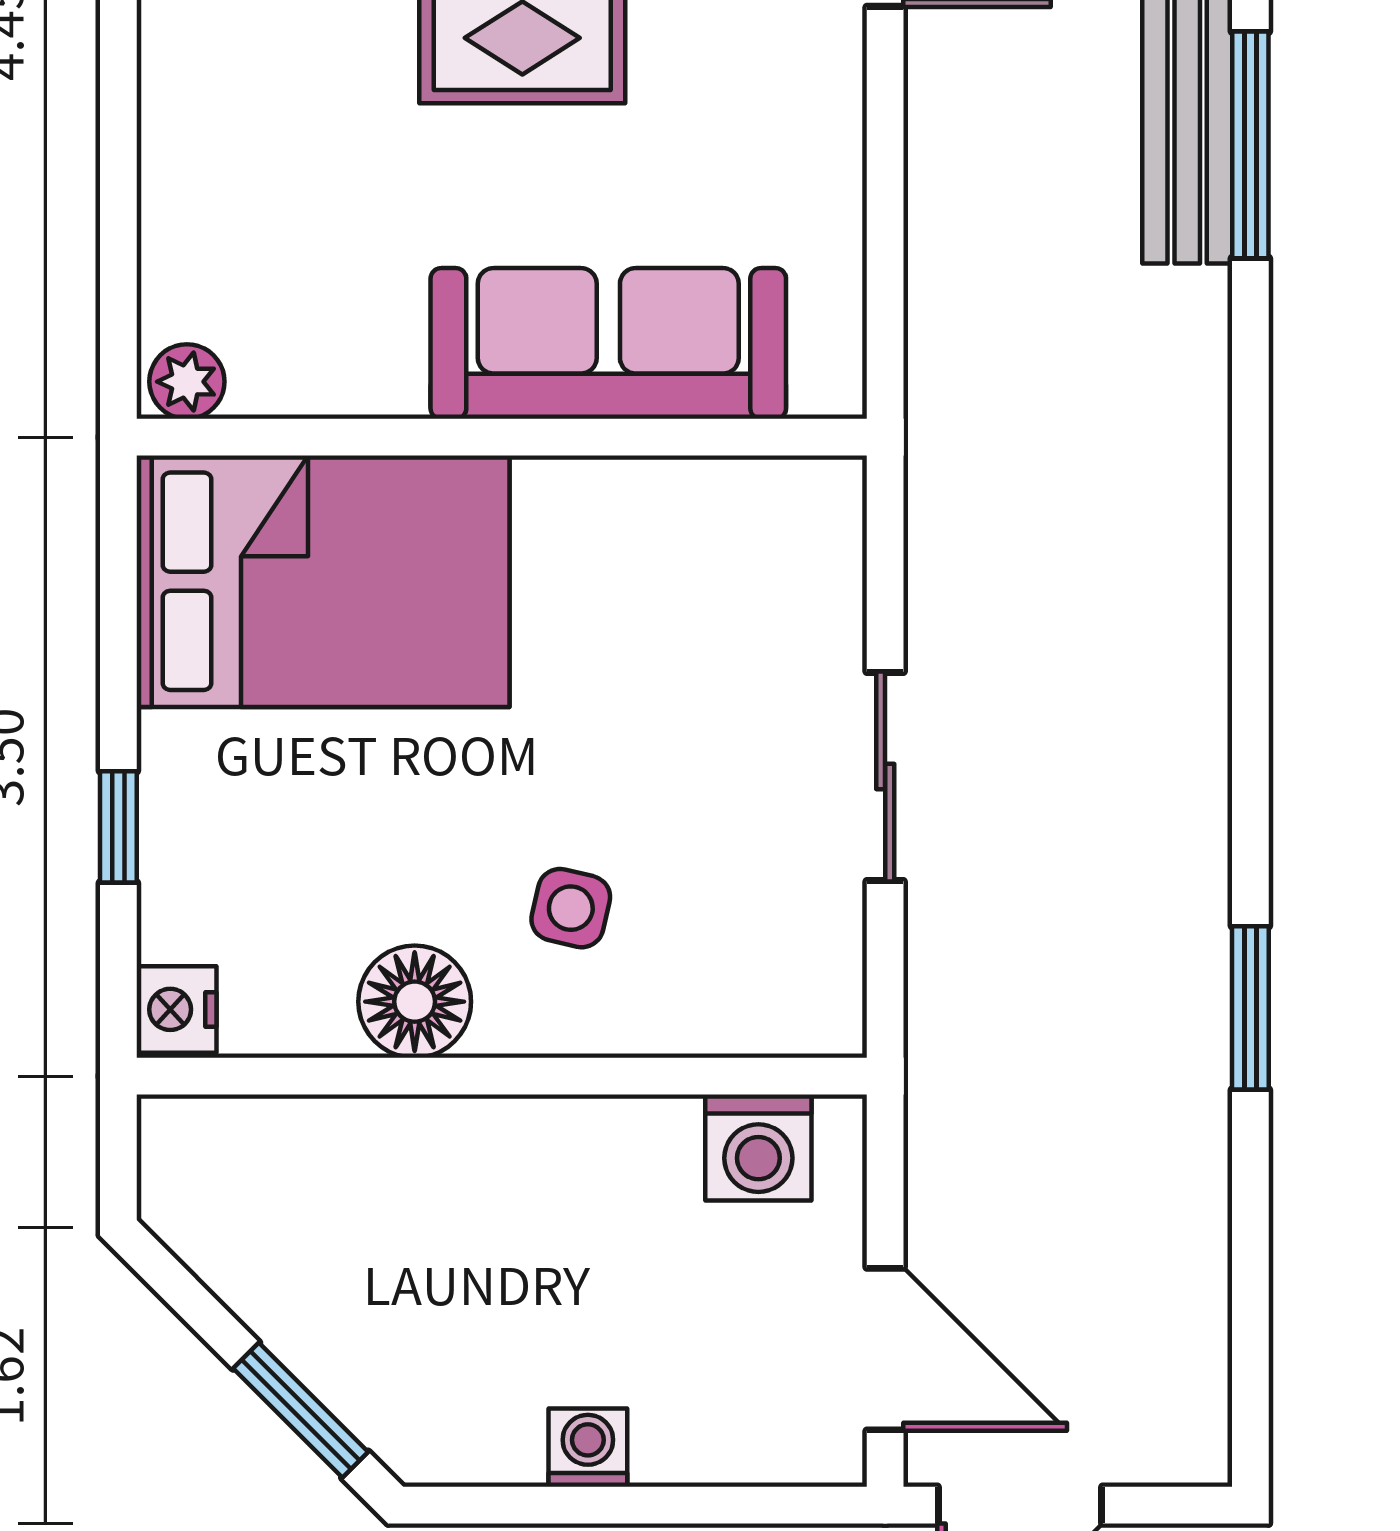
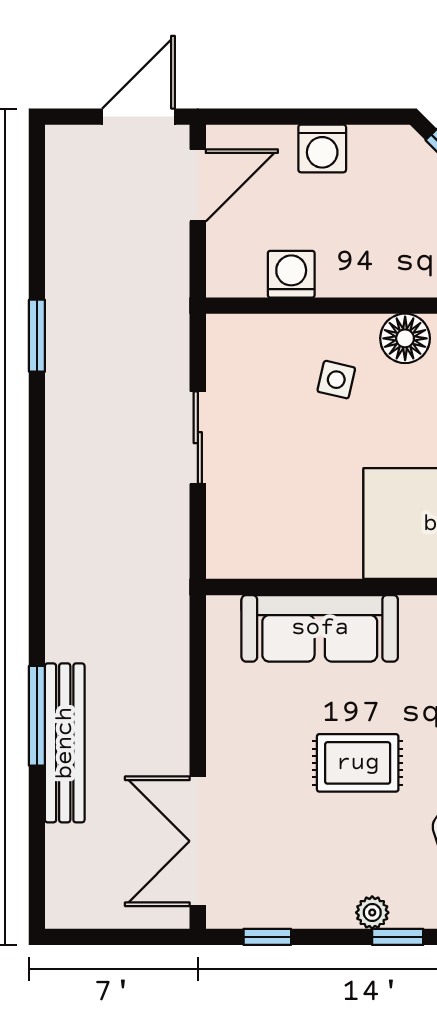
washing machine: (758, 1147) -> (291, 274), moved
door: (885, 1349) -> (198, 185), swing flipped
washing machine: (588, 1448) -> (322, 148), width x1.38, depth x1.38

